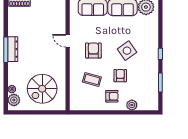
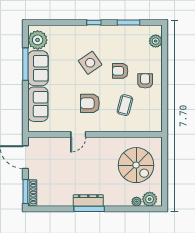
plant: (132, 105) -> (156, 41), moved

